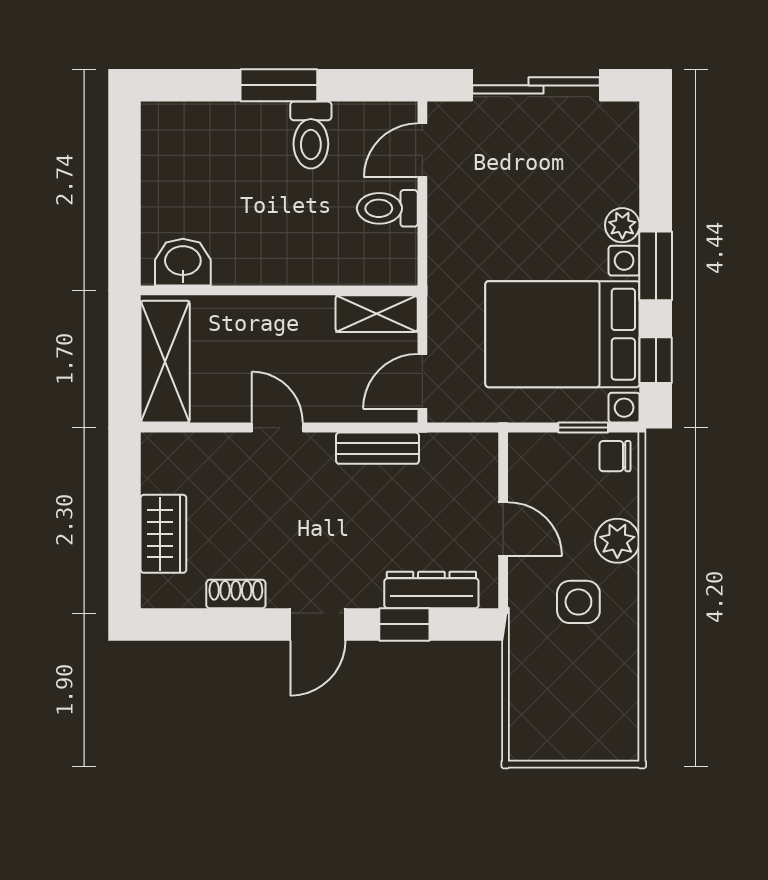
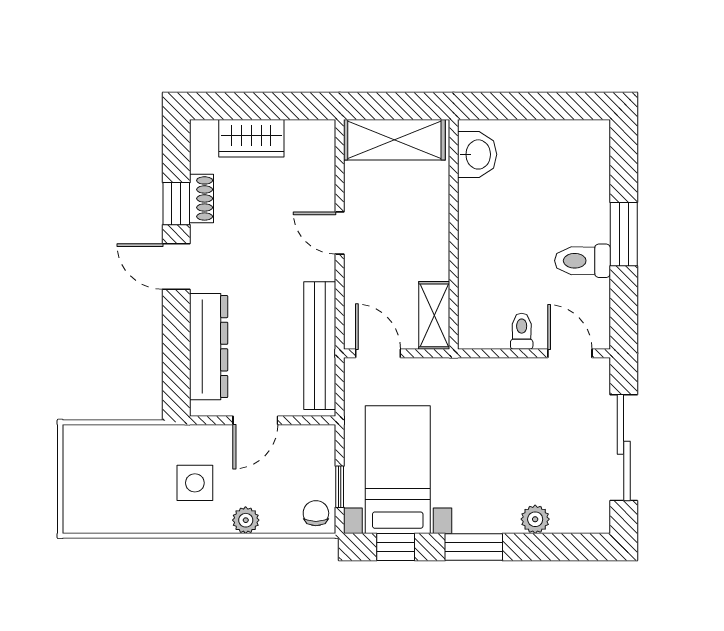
toilet: (387, 208) -> (522, 331), width x0.73, depth x0.72
plant: (622, 225) -> (535, 519), moved
bed with nightstands: (562, 334) -> (398, 470), width x0.73
door: (277, 428) -> (340, 233), swing flipped
bench: (377, 448) -> (320, 346), width x1.86, depth x1.21
plant: (617, 541) -> (246, 520), width x0.73, depth x0.73
dresser: (431, 590) -> (209, 347), width x1.37, depth x1.24
window: (404, 624) -> (176, 204), moved

